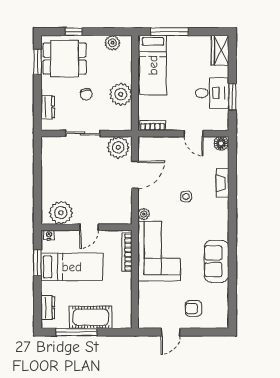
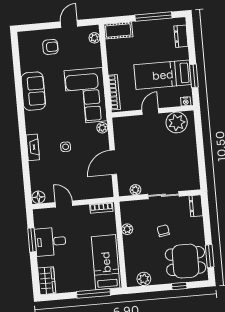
plant: (121, 94) -> (127, 229), width x0.53, depth x0.53
dresser: (48, 107) -> (196, 206), moved
plant: (118, 147) -> (135, 190), width x0.53, depth x0.53
fireplace: (223, 183) -> (33, 147), moved
plant: (144, 314) -> (94, 38), added
cot: (91, 317) -> (118, 31), moved, width x0.73, depth x0.75

